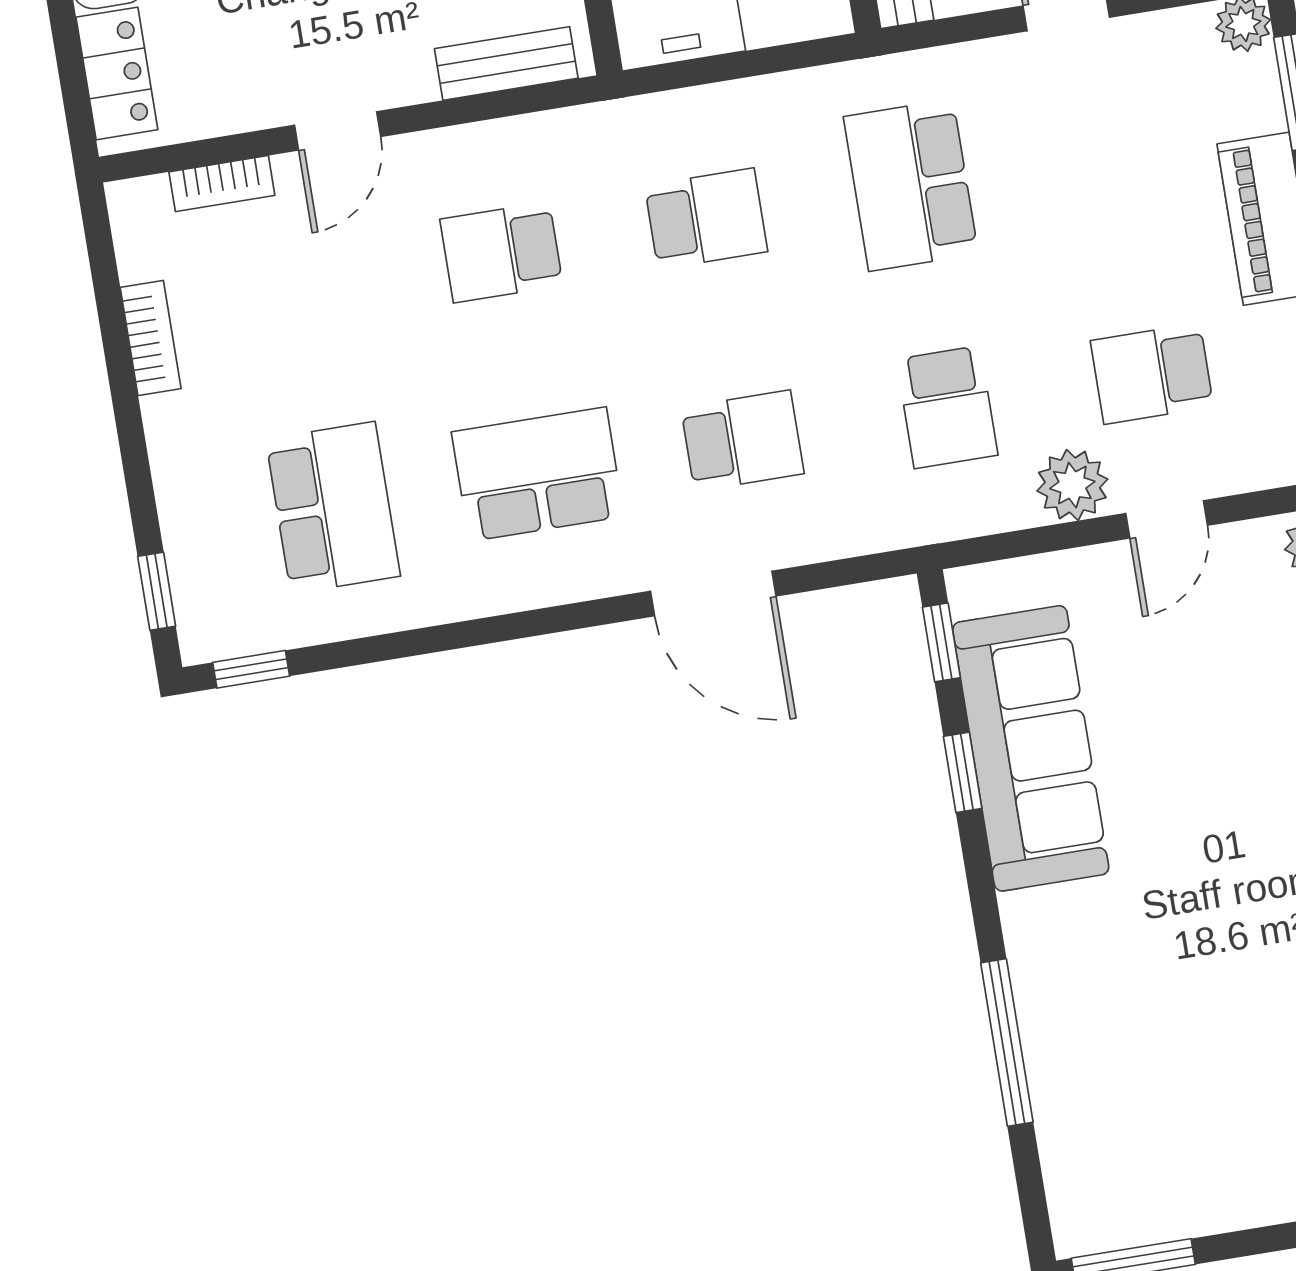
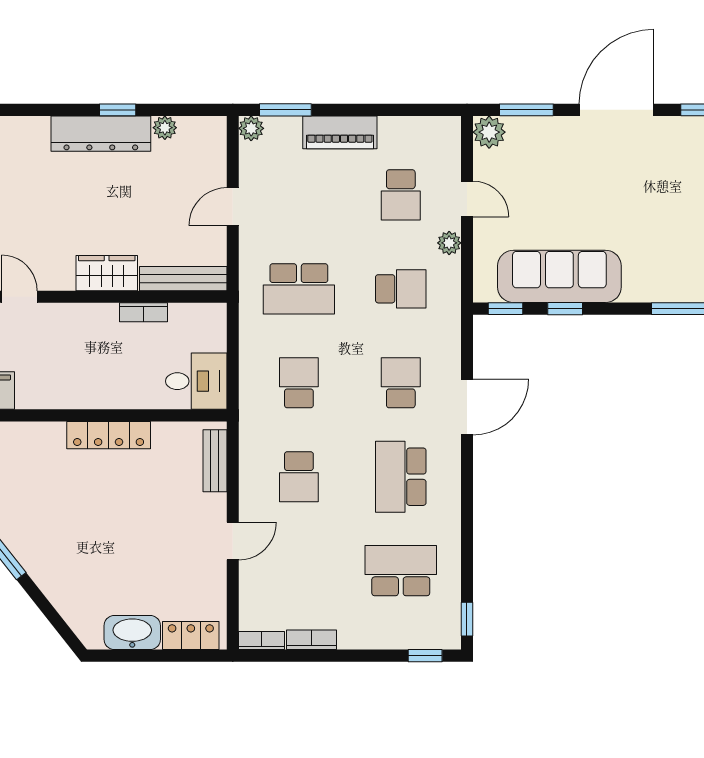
door: (338, 131) -> (233, 541), hinge flipped
bookcase: (222, 184) -> (261, 641), moved, turned -90
plant: (1072, 485) -> (449, 243), width x0.73, depth x0.73

